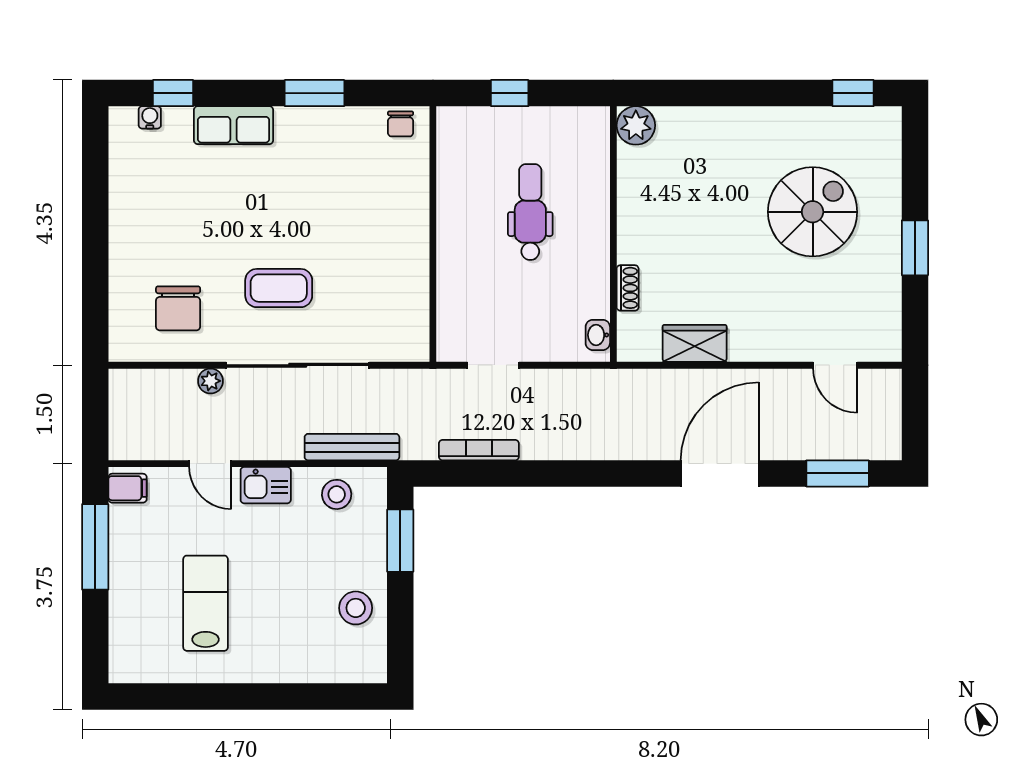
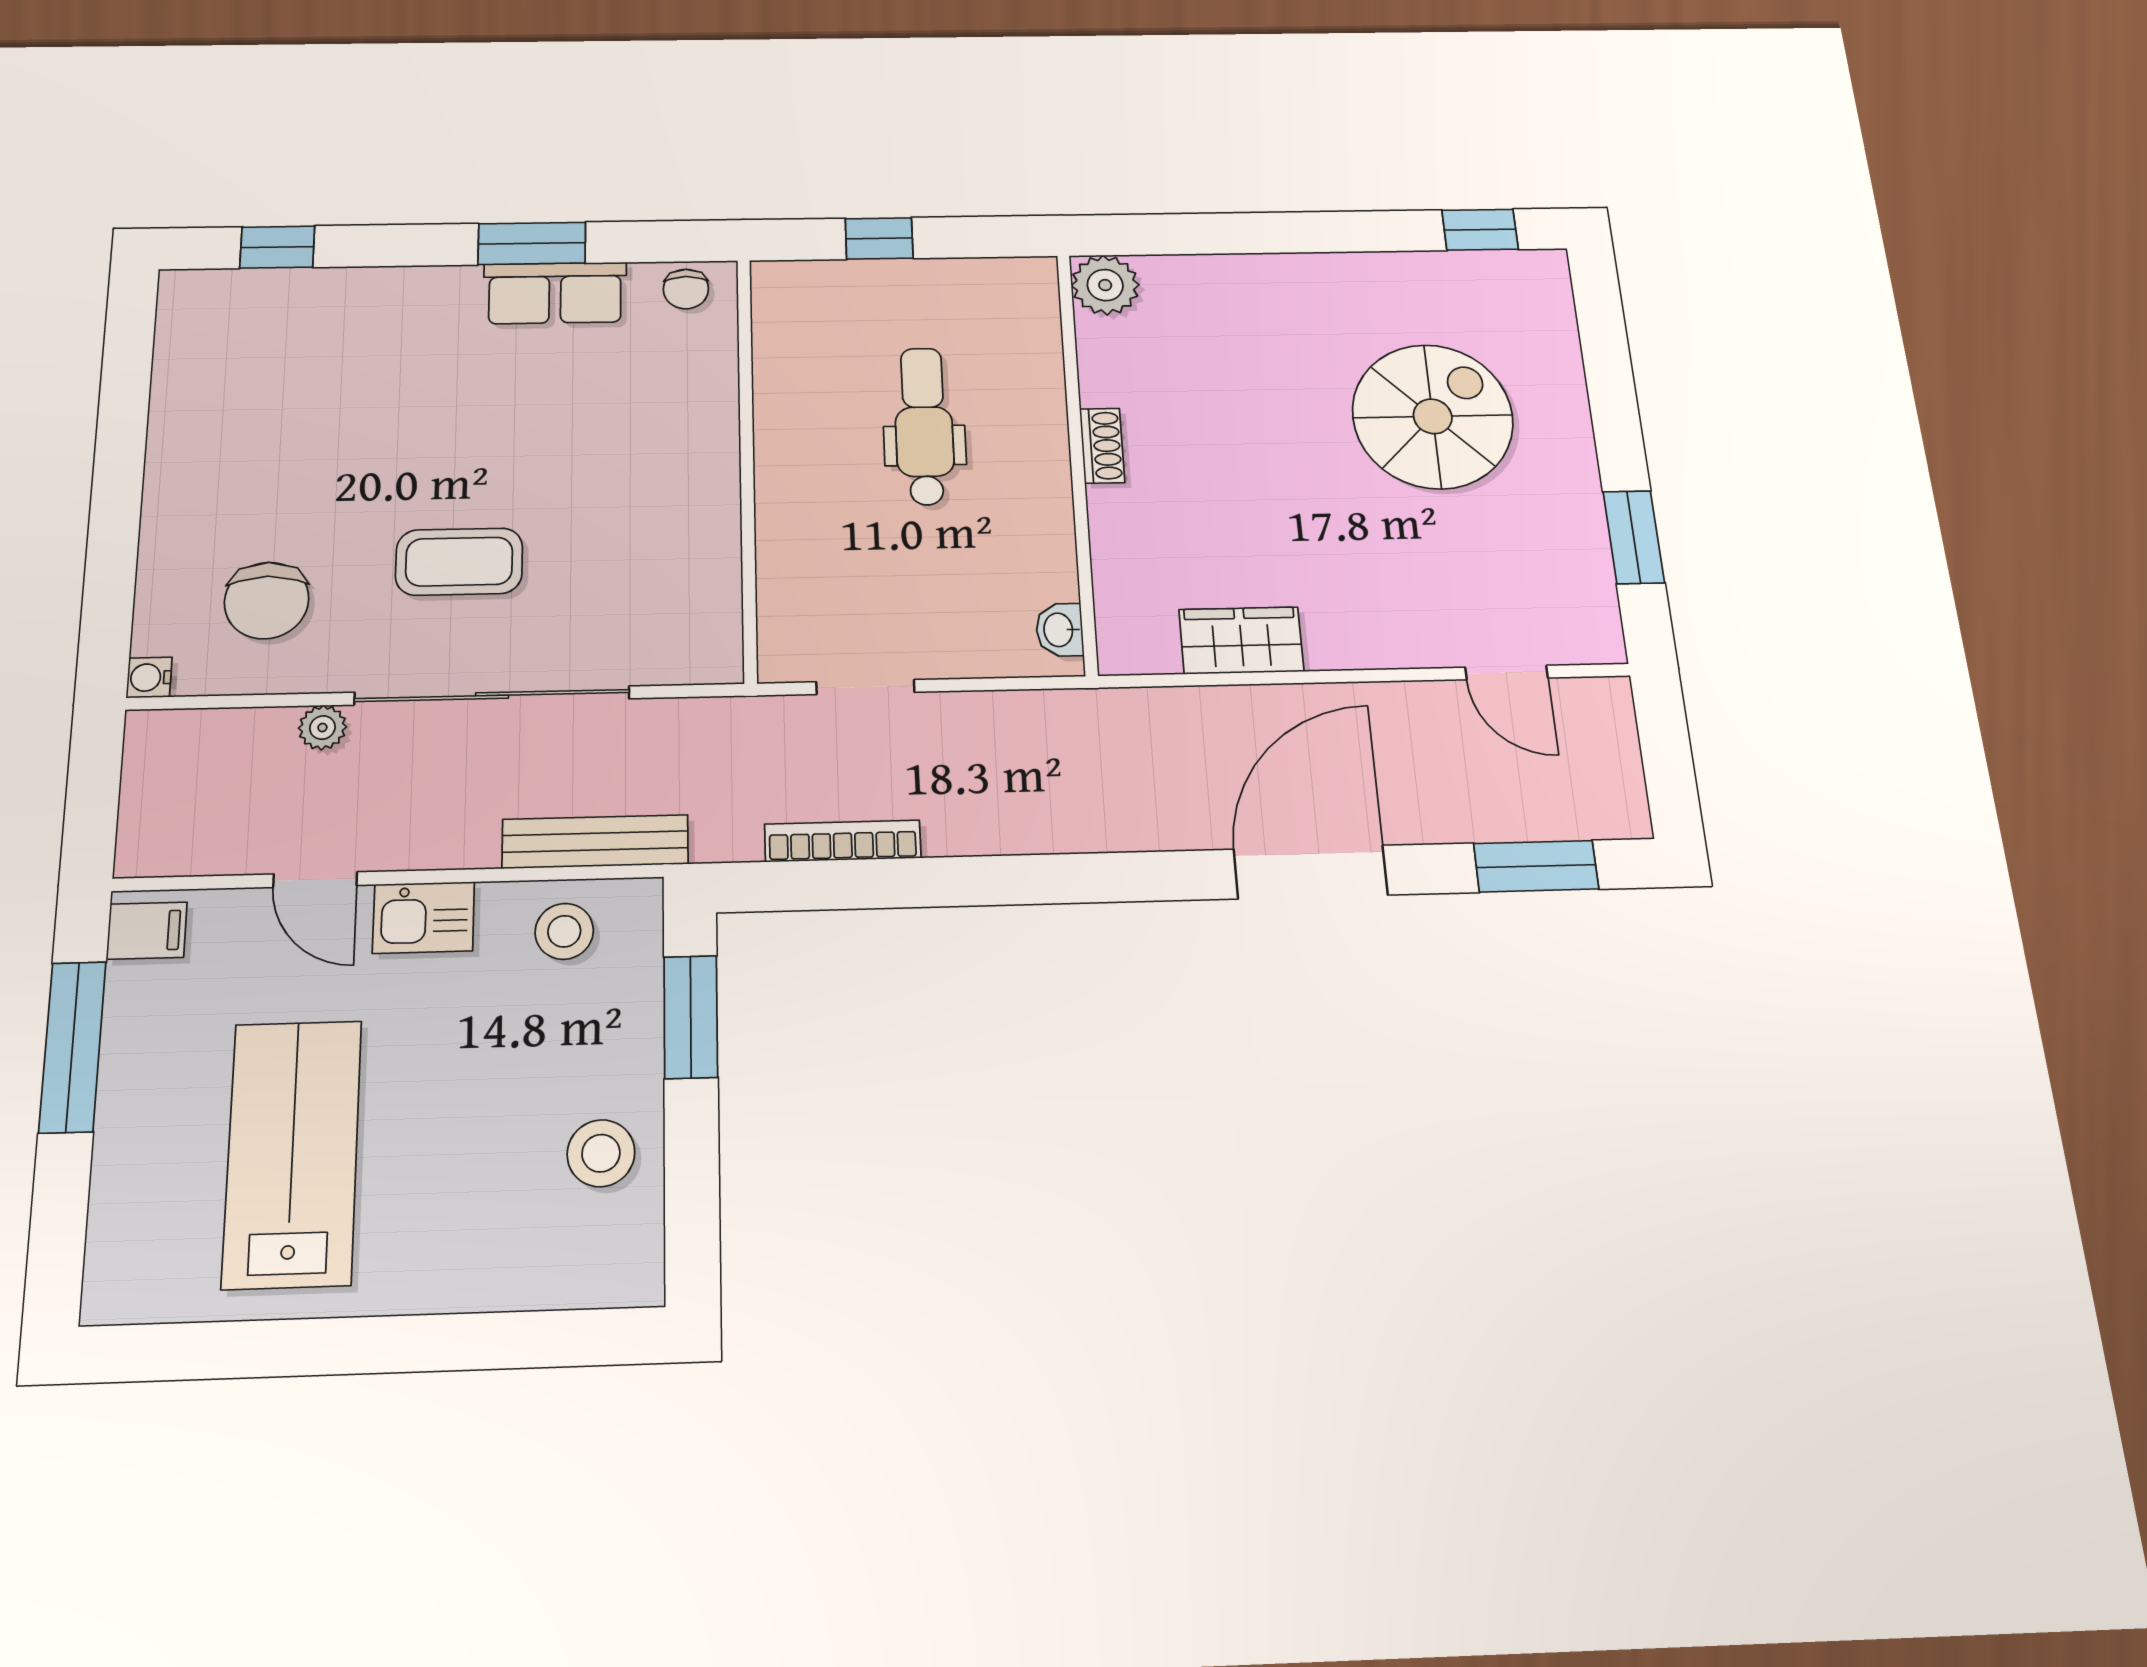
water cooler: (150, 117) -> (149, 677), moved, turned -90
row of seats: (234, 125) -> (555, 293), moved
window: (915, 248) -> (1634, 537), moved
shoe rack: (628, 288) -> (1102, 446), moved
lab bench: (206, 603) -> (292, 1153), width x1.36, depth x1.39

